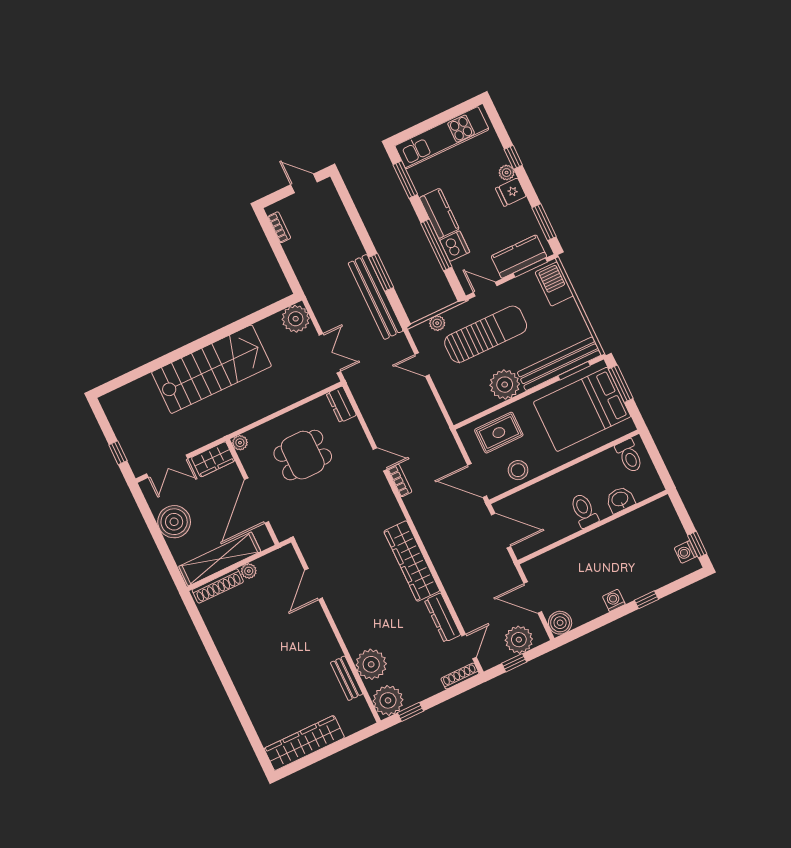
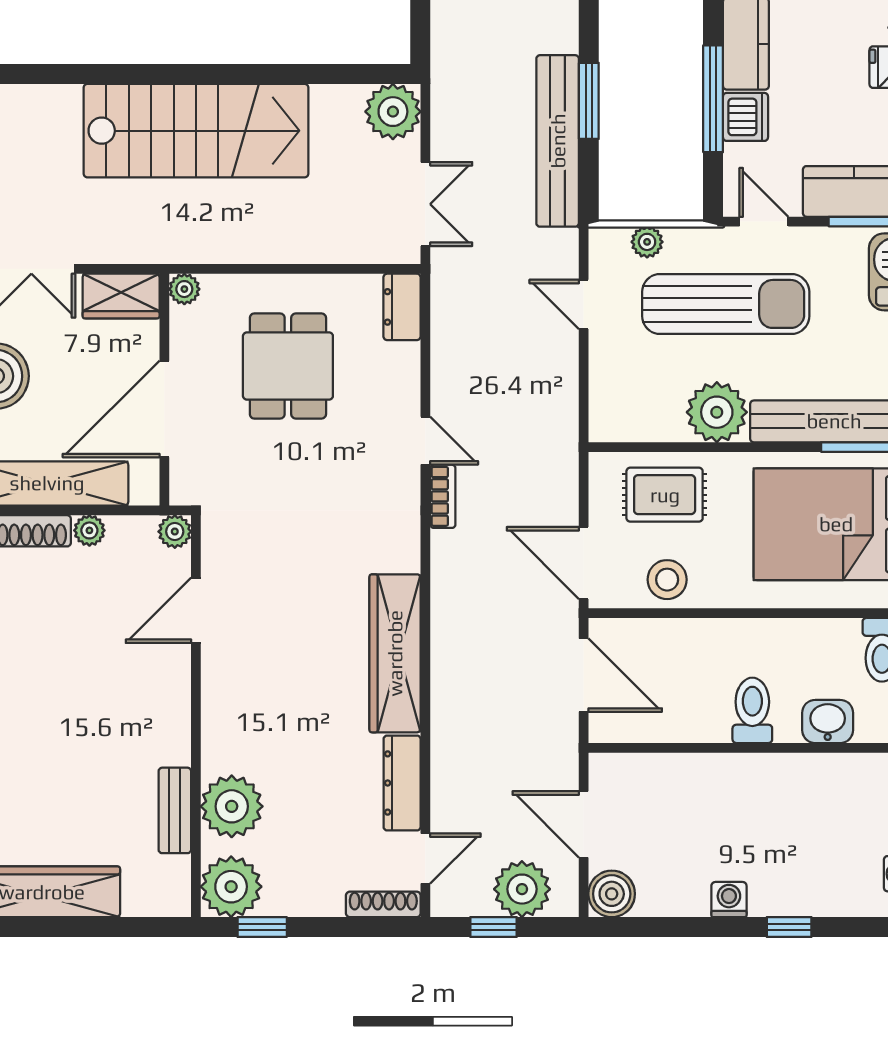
dining table: (303, 455) -> (288, 366), turned 90
plant: (287, 553) -> (175, 532), added

